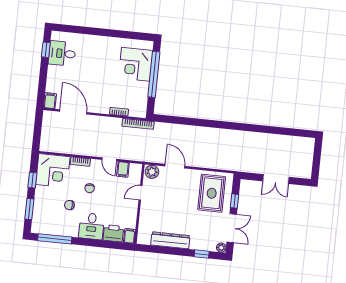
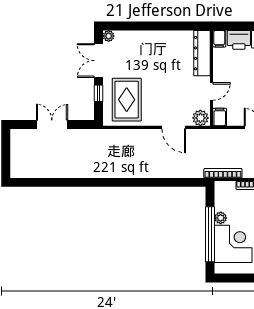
plant: (144, 87) -> (221, 218), added
filing cabinet: (123, 170) -> (220, 117), moved
dresser: (170, 240) -> (202, 53), moved, turned 90
window: (202, 254) -> (131, 26), removed

